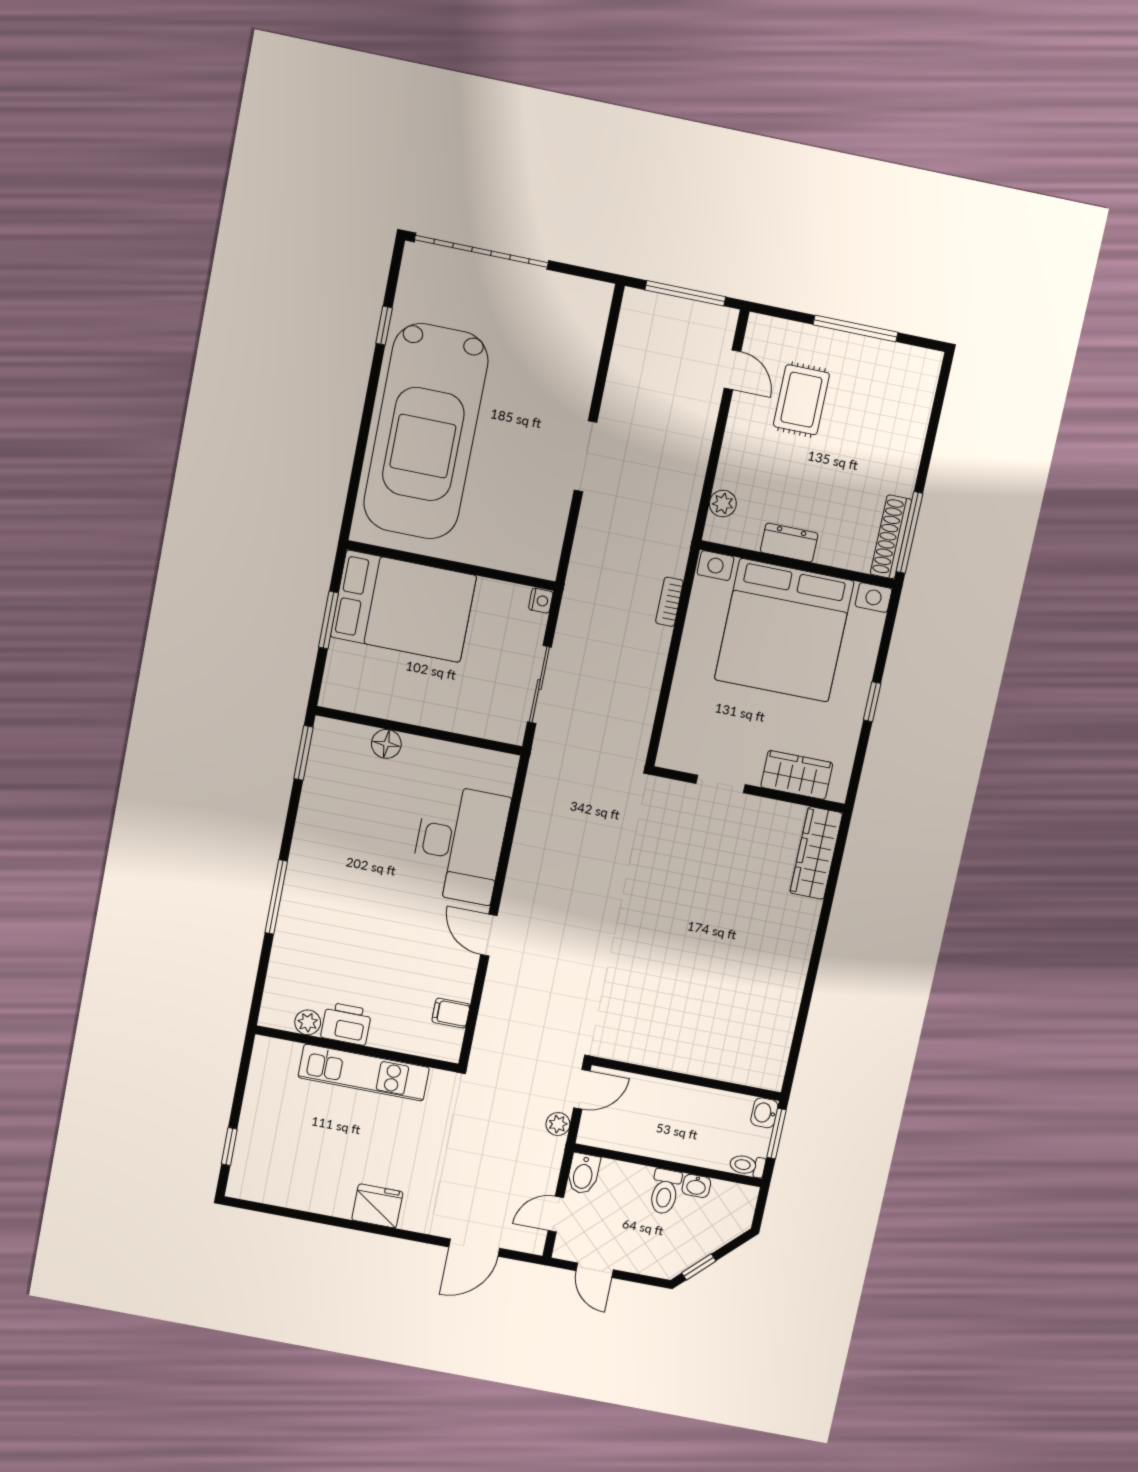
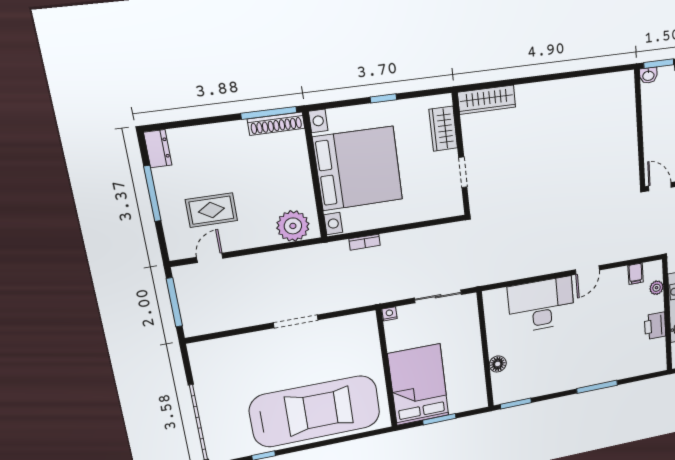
plant: (723, 504) -> (293, 226), width x1.87, depth x1.87
dresser: (789, 543) -> (158, 149), moved, turned 180
plant: (308, 1022) -> (657, 288), moved

